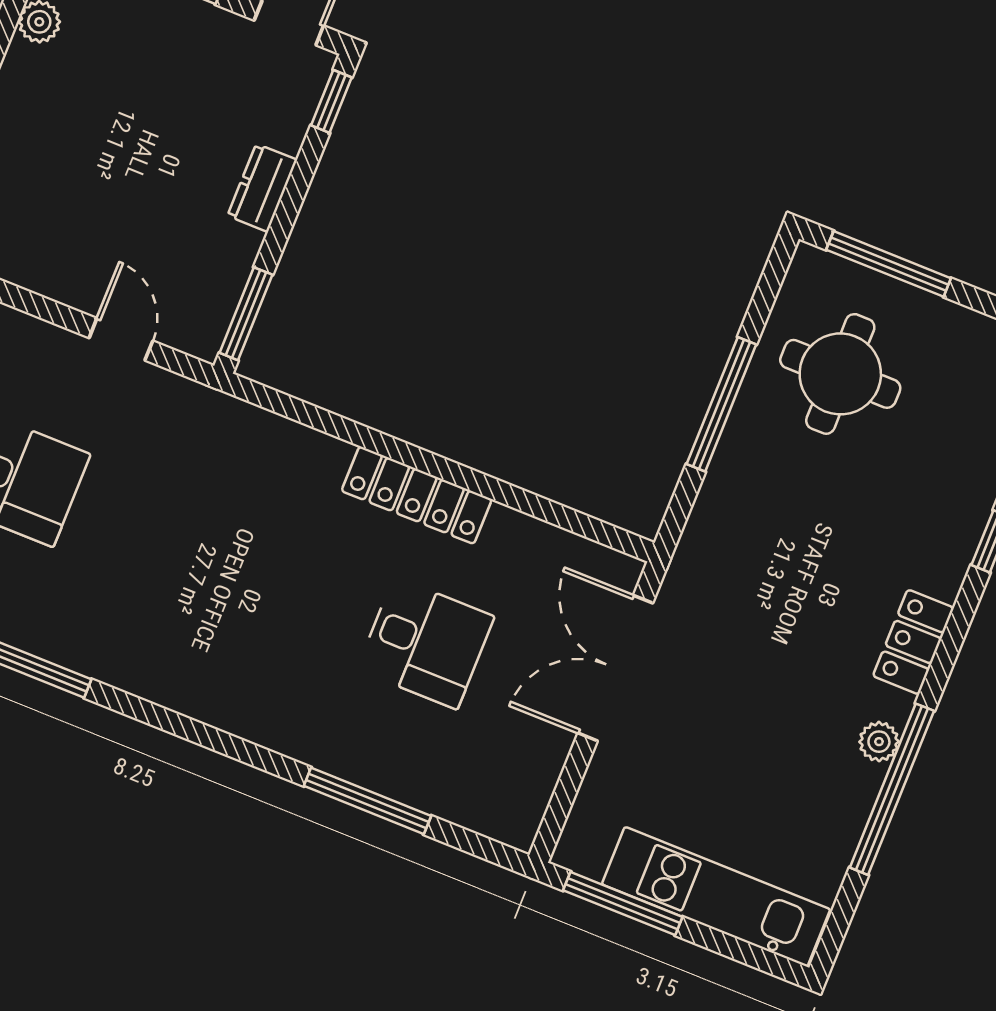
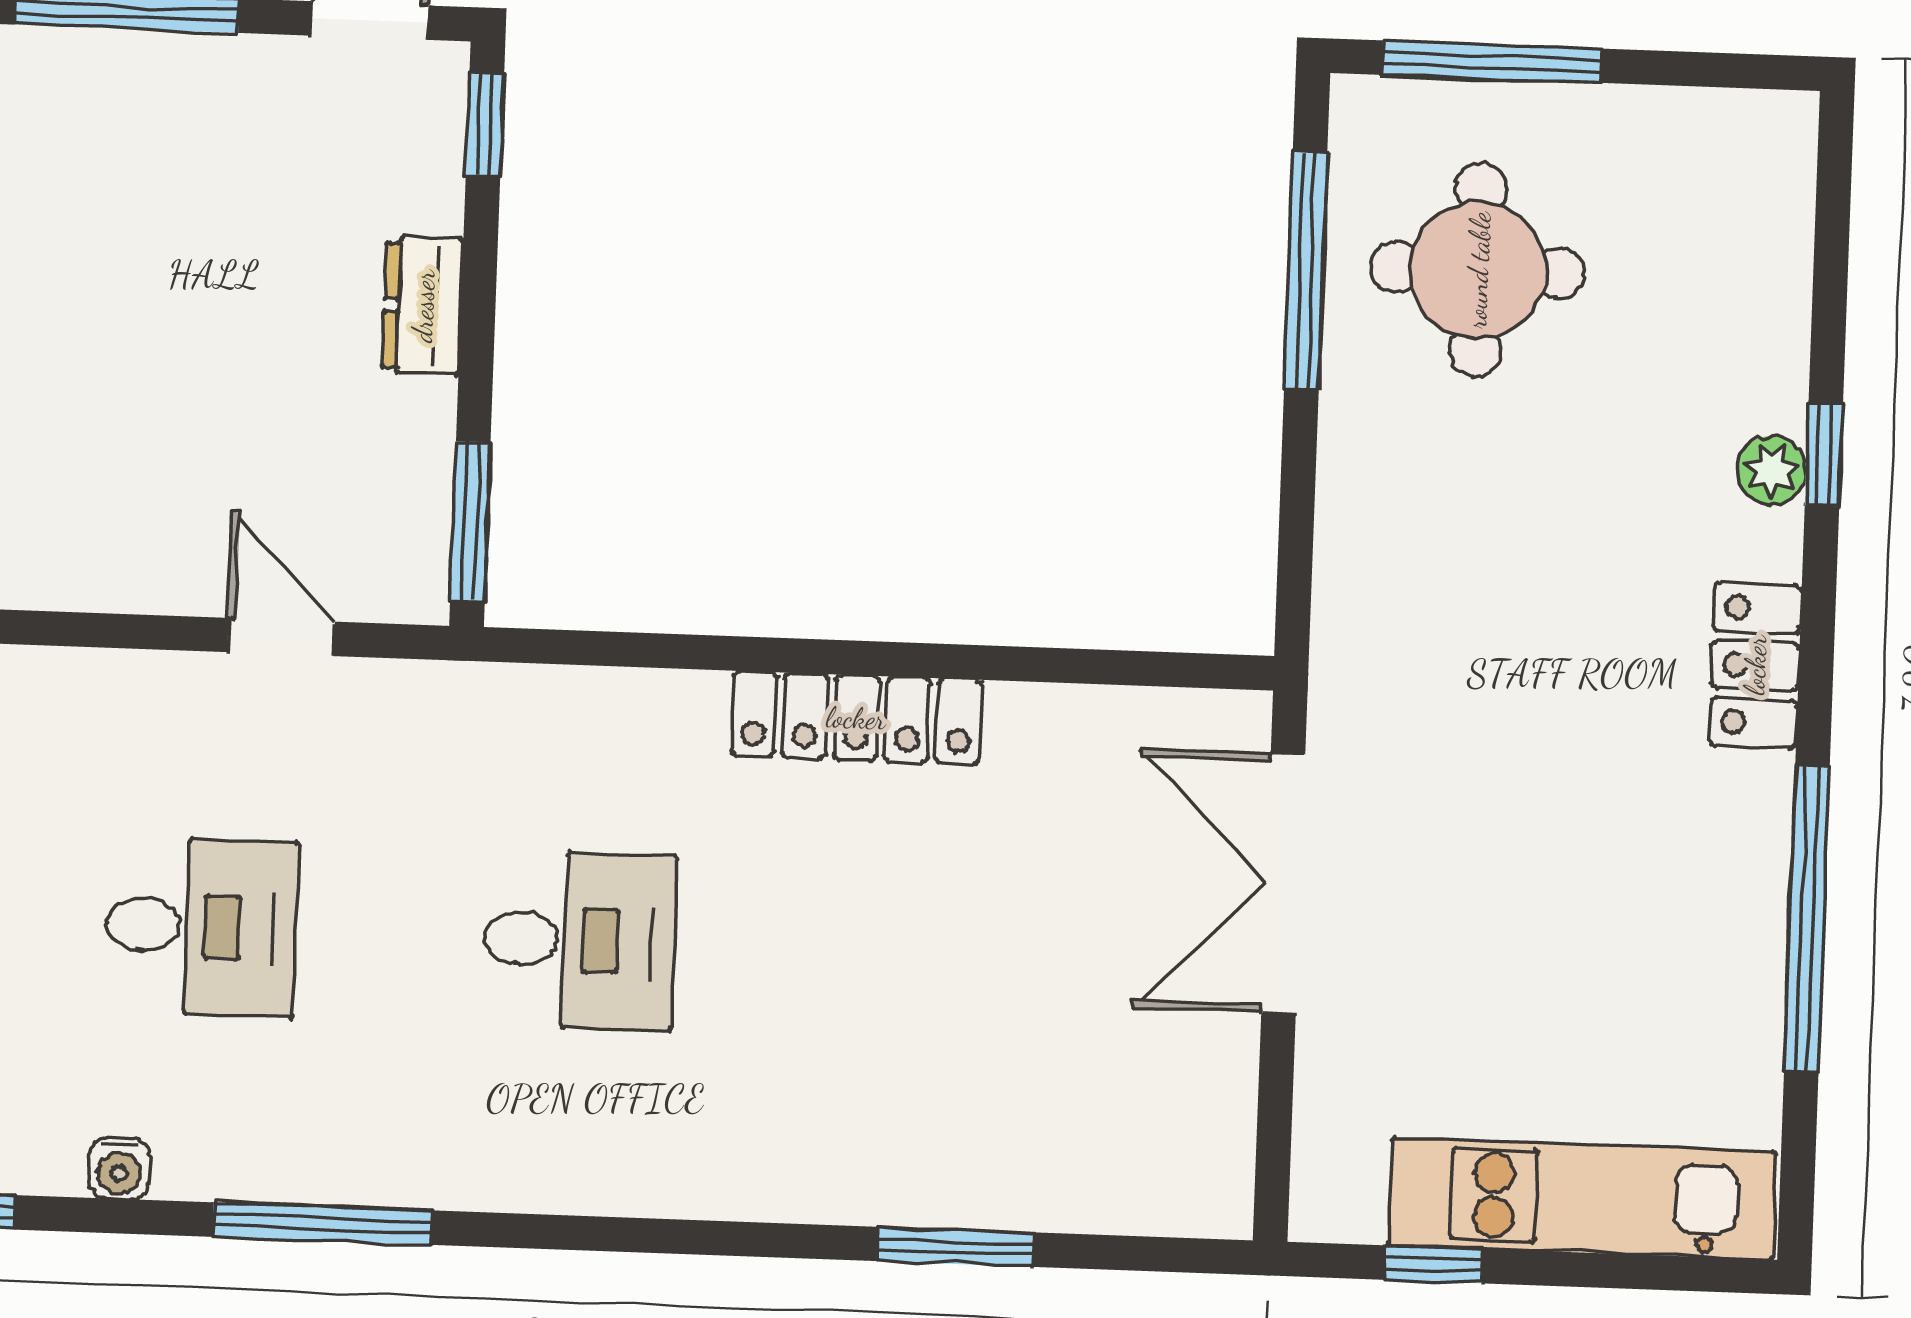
window: (721, 404) -> (1306, 271), moved
desk: (426, 643) -> (580, 940), moved
plant: (879, 742) -> (1772, 470), moved
window: (367, 801) -> (956, 1247), width x0.69
window: (623, 904) -> (1434, 1264), width x0.46

